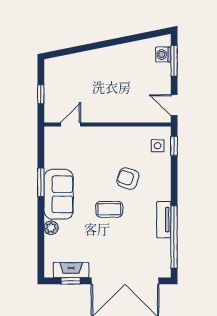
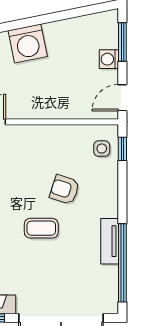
washing machine: (163, 55) -> (109, 59), moved
washing machine: (98, 62) -> (28, 43), added
door: (174, 105) -> (122, 98), hinge flipped

